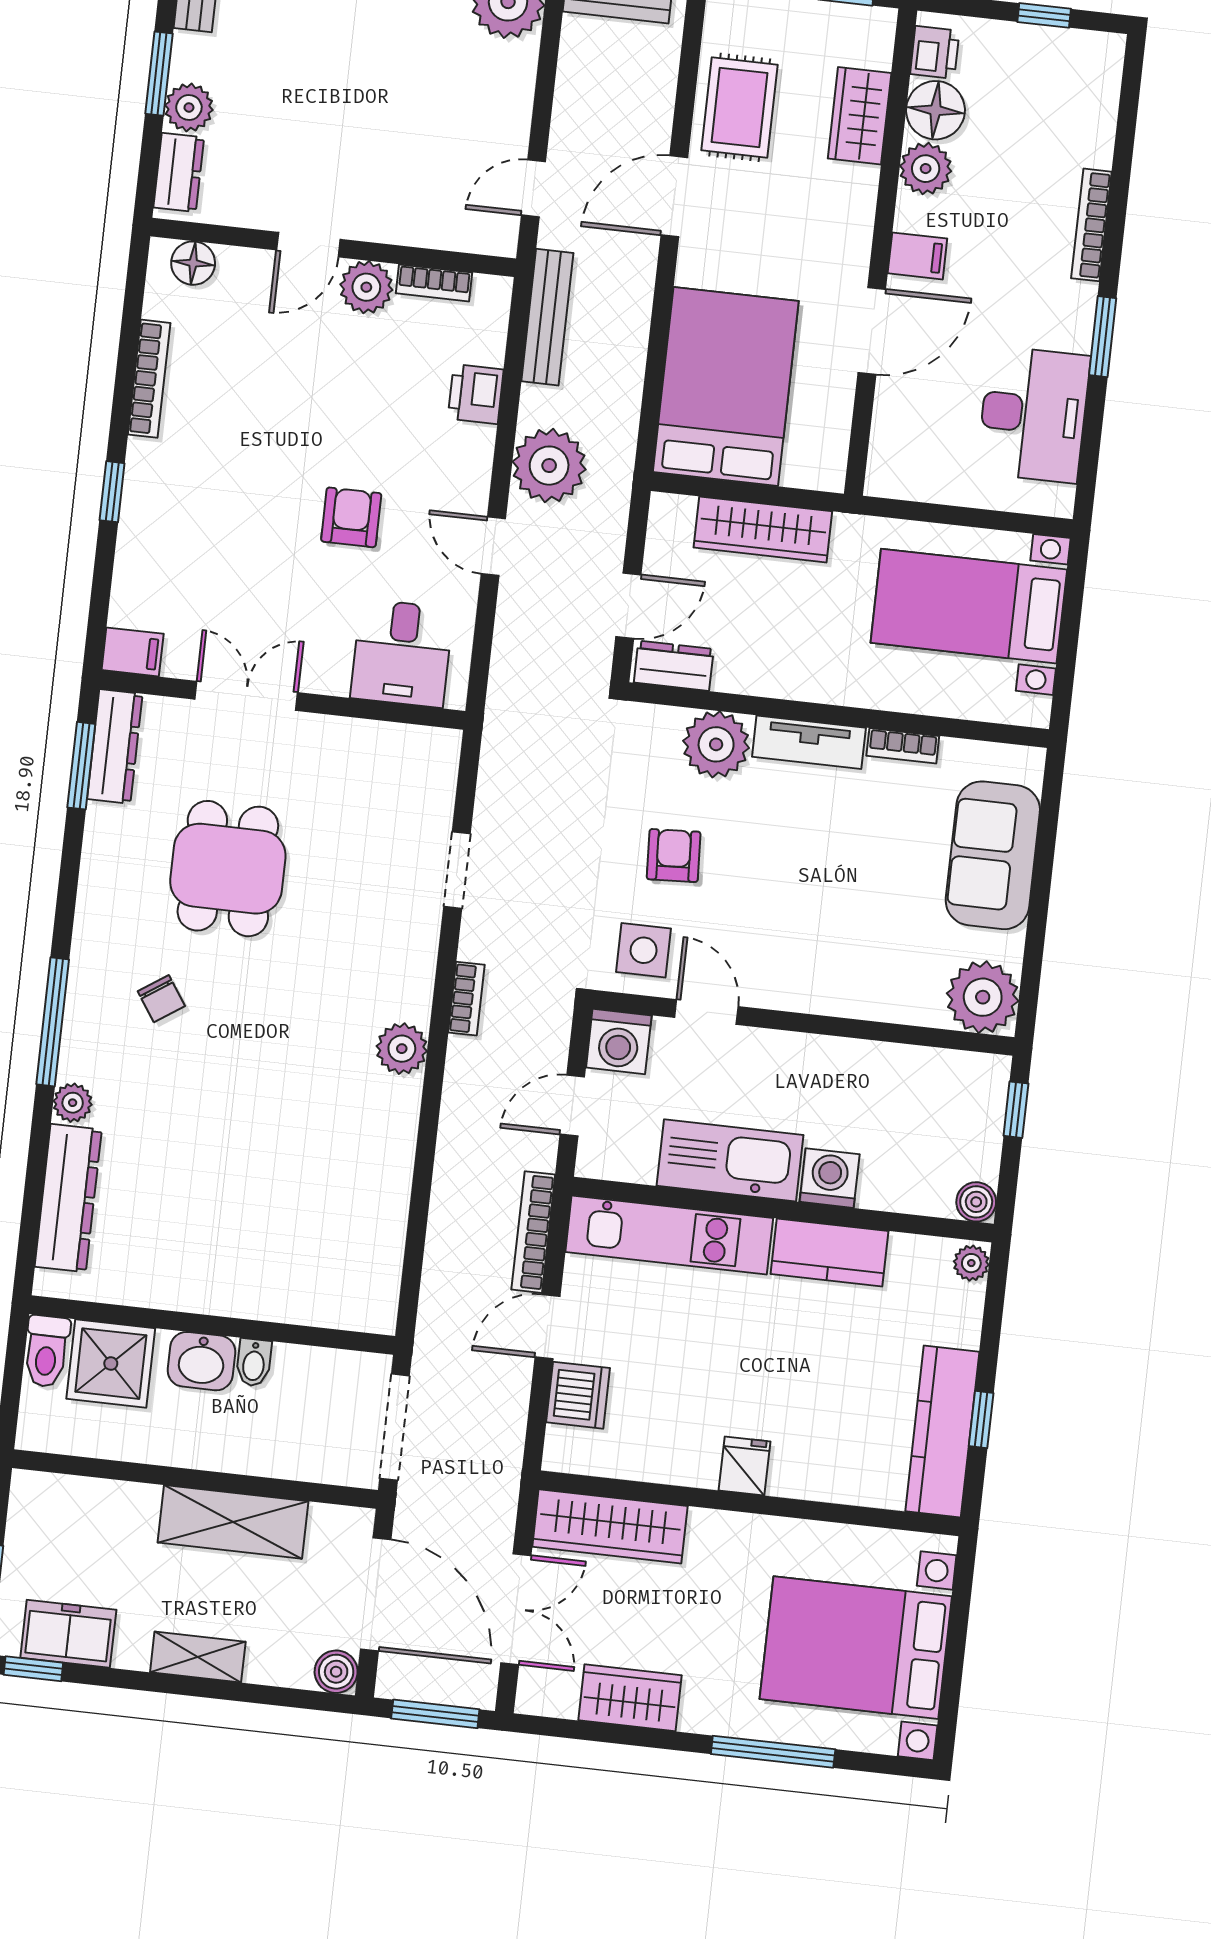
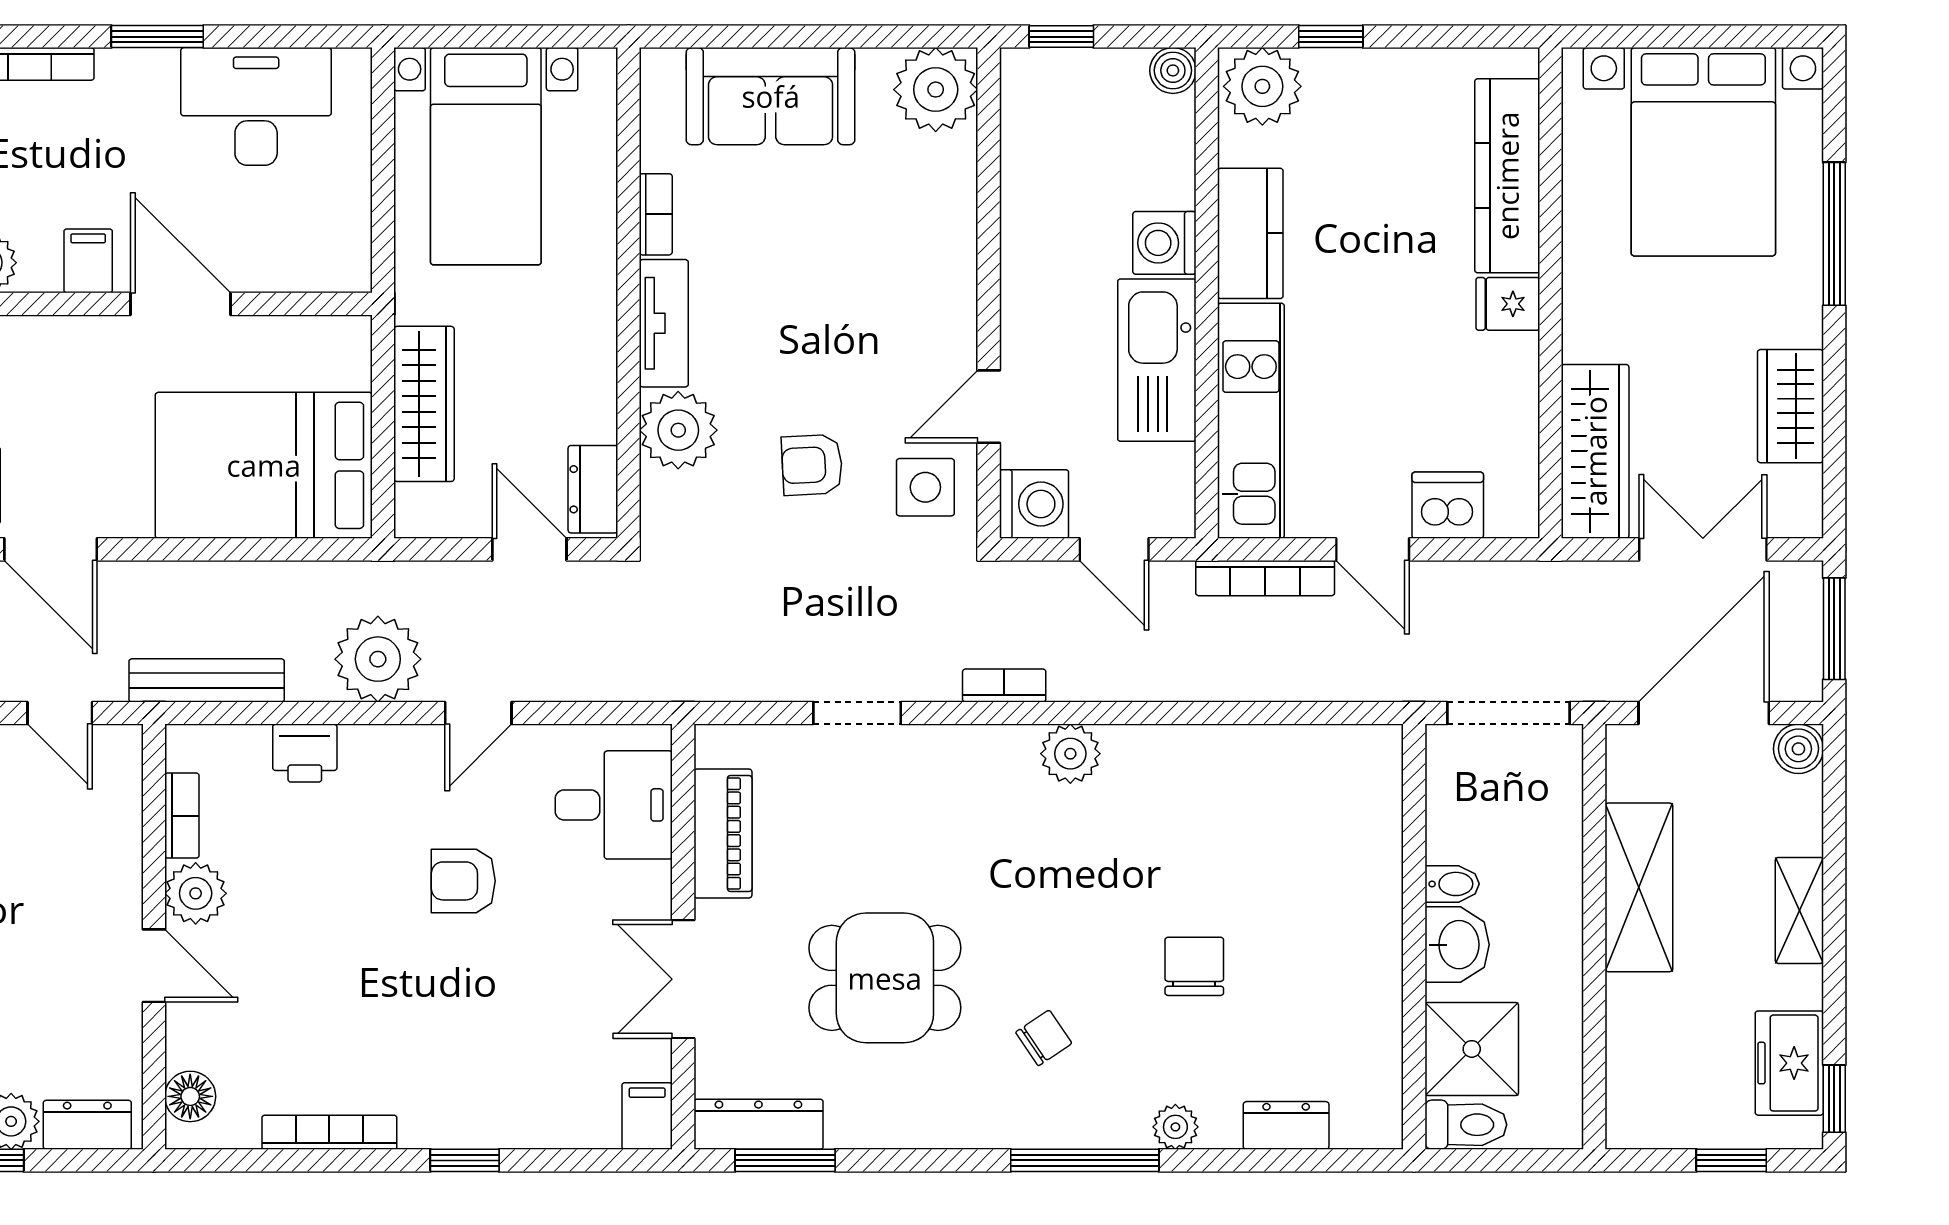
piano: (367, 744) -> (723, 833), added
chair: (208, 1134) -> (1194, 966), added
dresser: (68, 1198) -> (1286, 1125), width x0.51, depth x0.80
plant: (971, 1263) -> (1262, 86), width x1.87, depth x1.87
window: (981, 1420) -> (1331, 37), moved
kitchen counter: (942, 1432) -> (1507, 176), moved, turned 90

